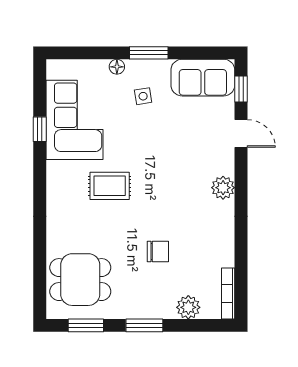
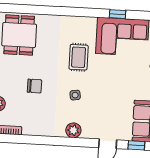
side table: (143, 96) -> (75, 95), moved
chair: (158, 251) -> (35, 86), turned -90

